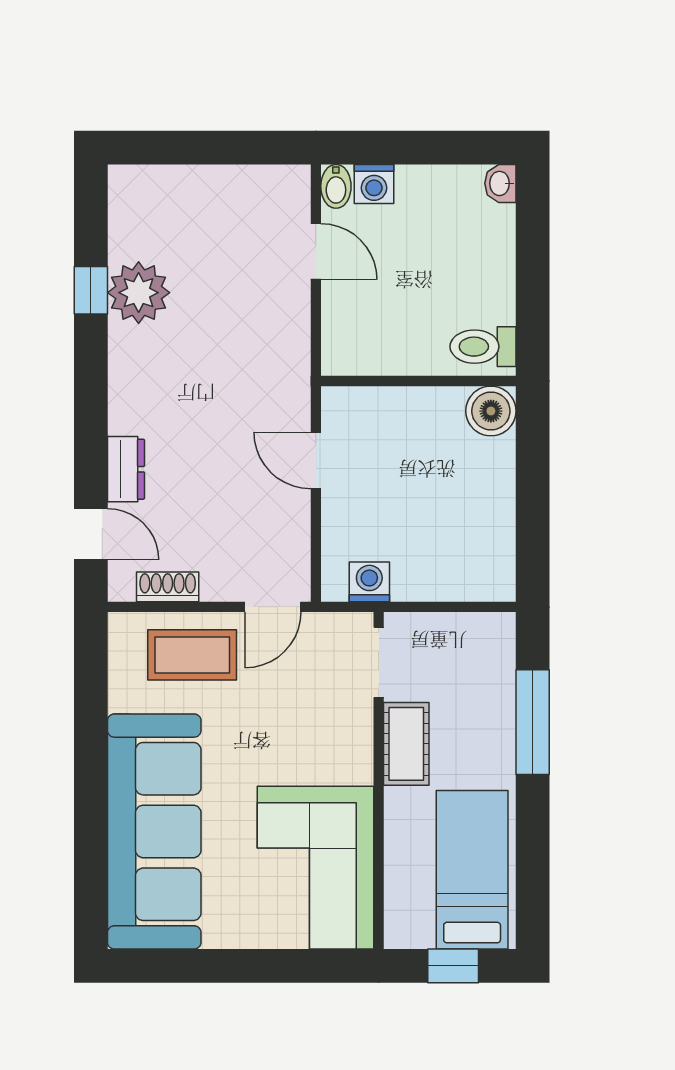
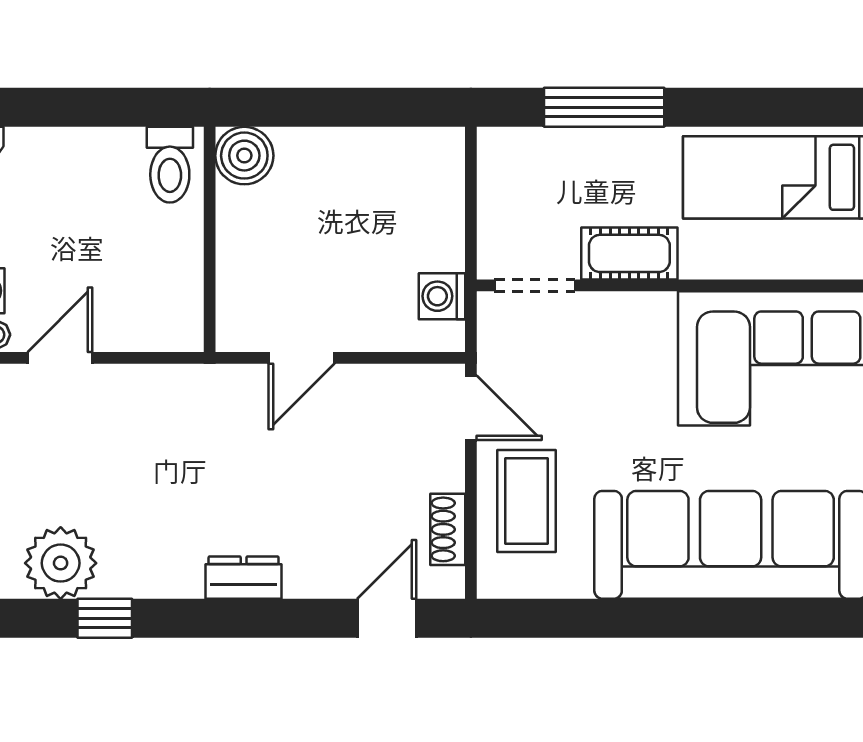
plant: (139, 293) -> (61, 563), moved
dresser: (126, 469) -> (244, 578), moved

